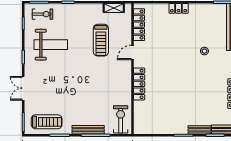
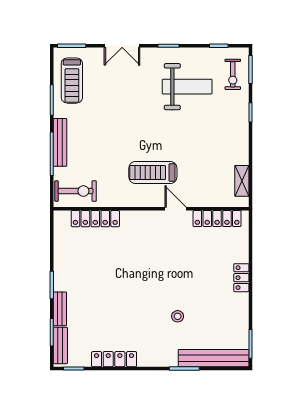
treadmill: (101, 40) -> (153, 172), moved
weight bench: (51, 45) -> (187, 87), turned -90
locker: (139, 84) -> (95, 219), moved
double door: (23, 88) -> (122, 46), swing flipped

